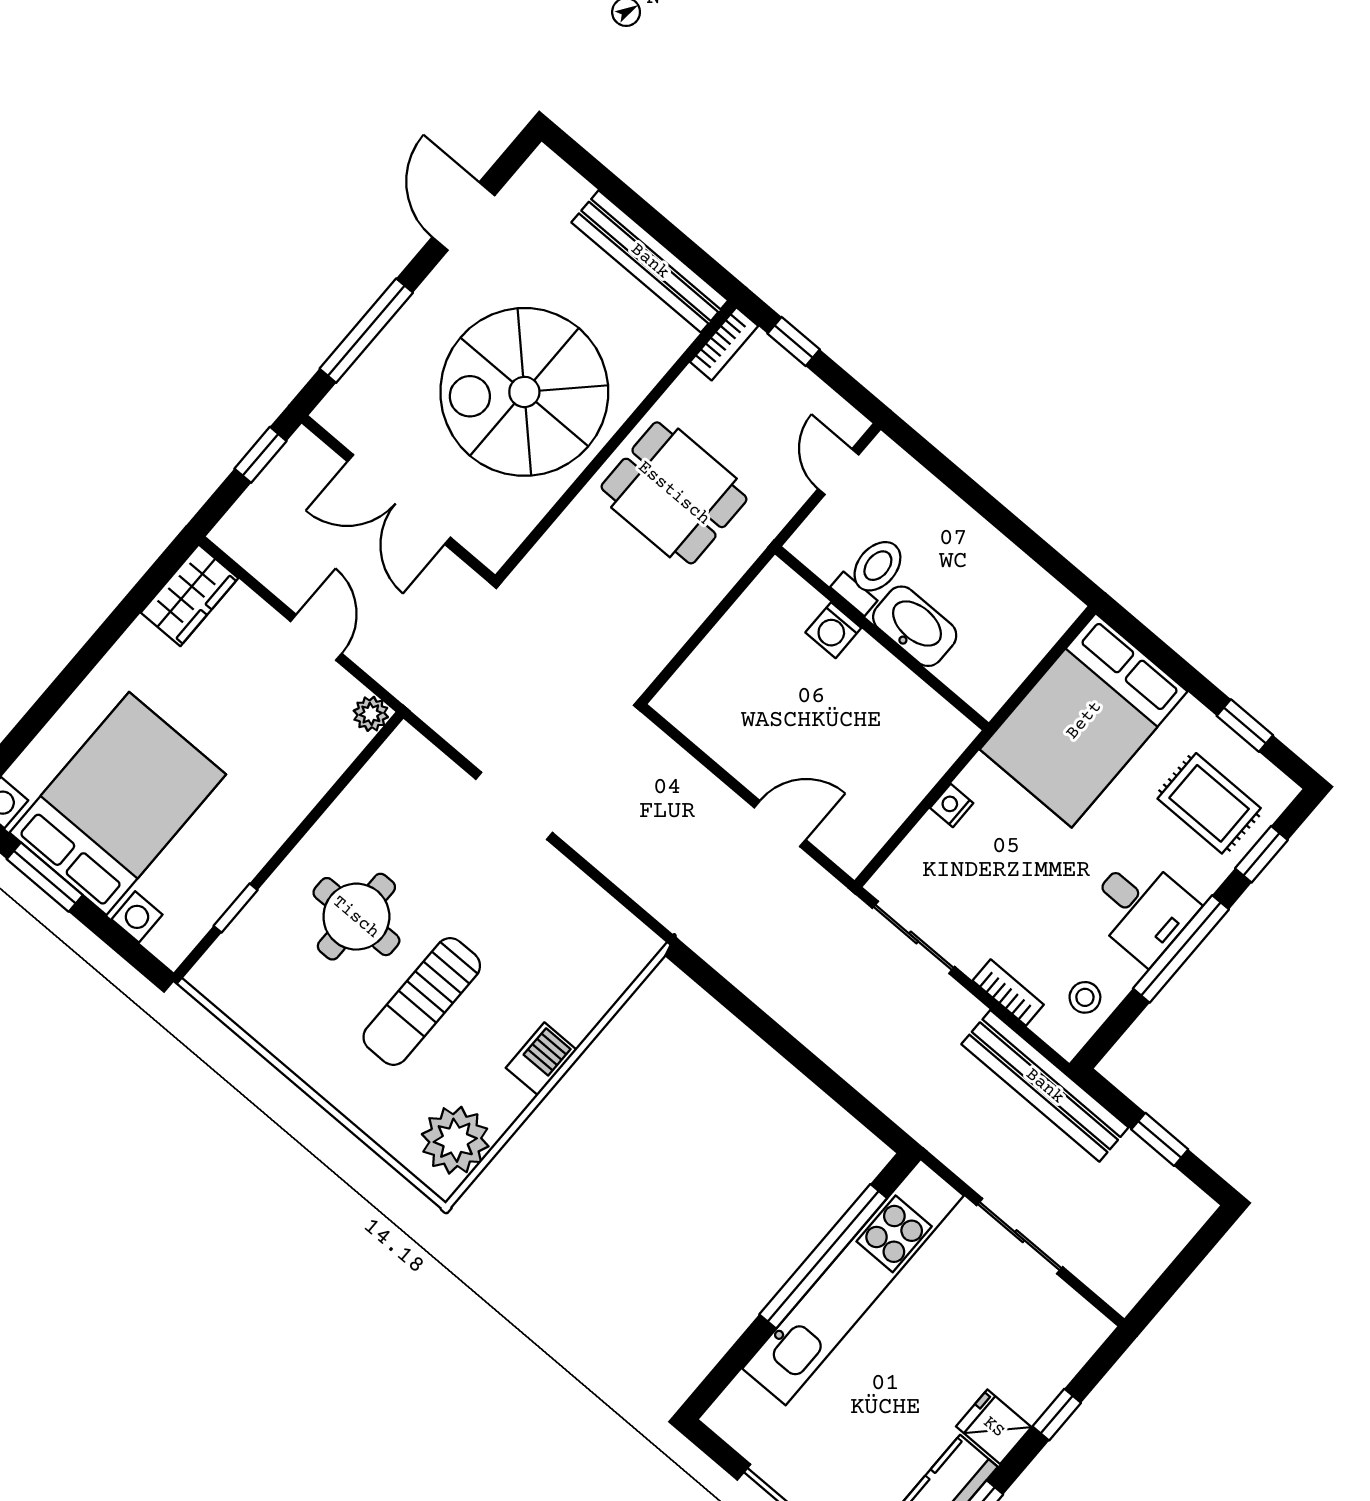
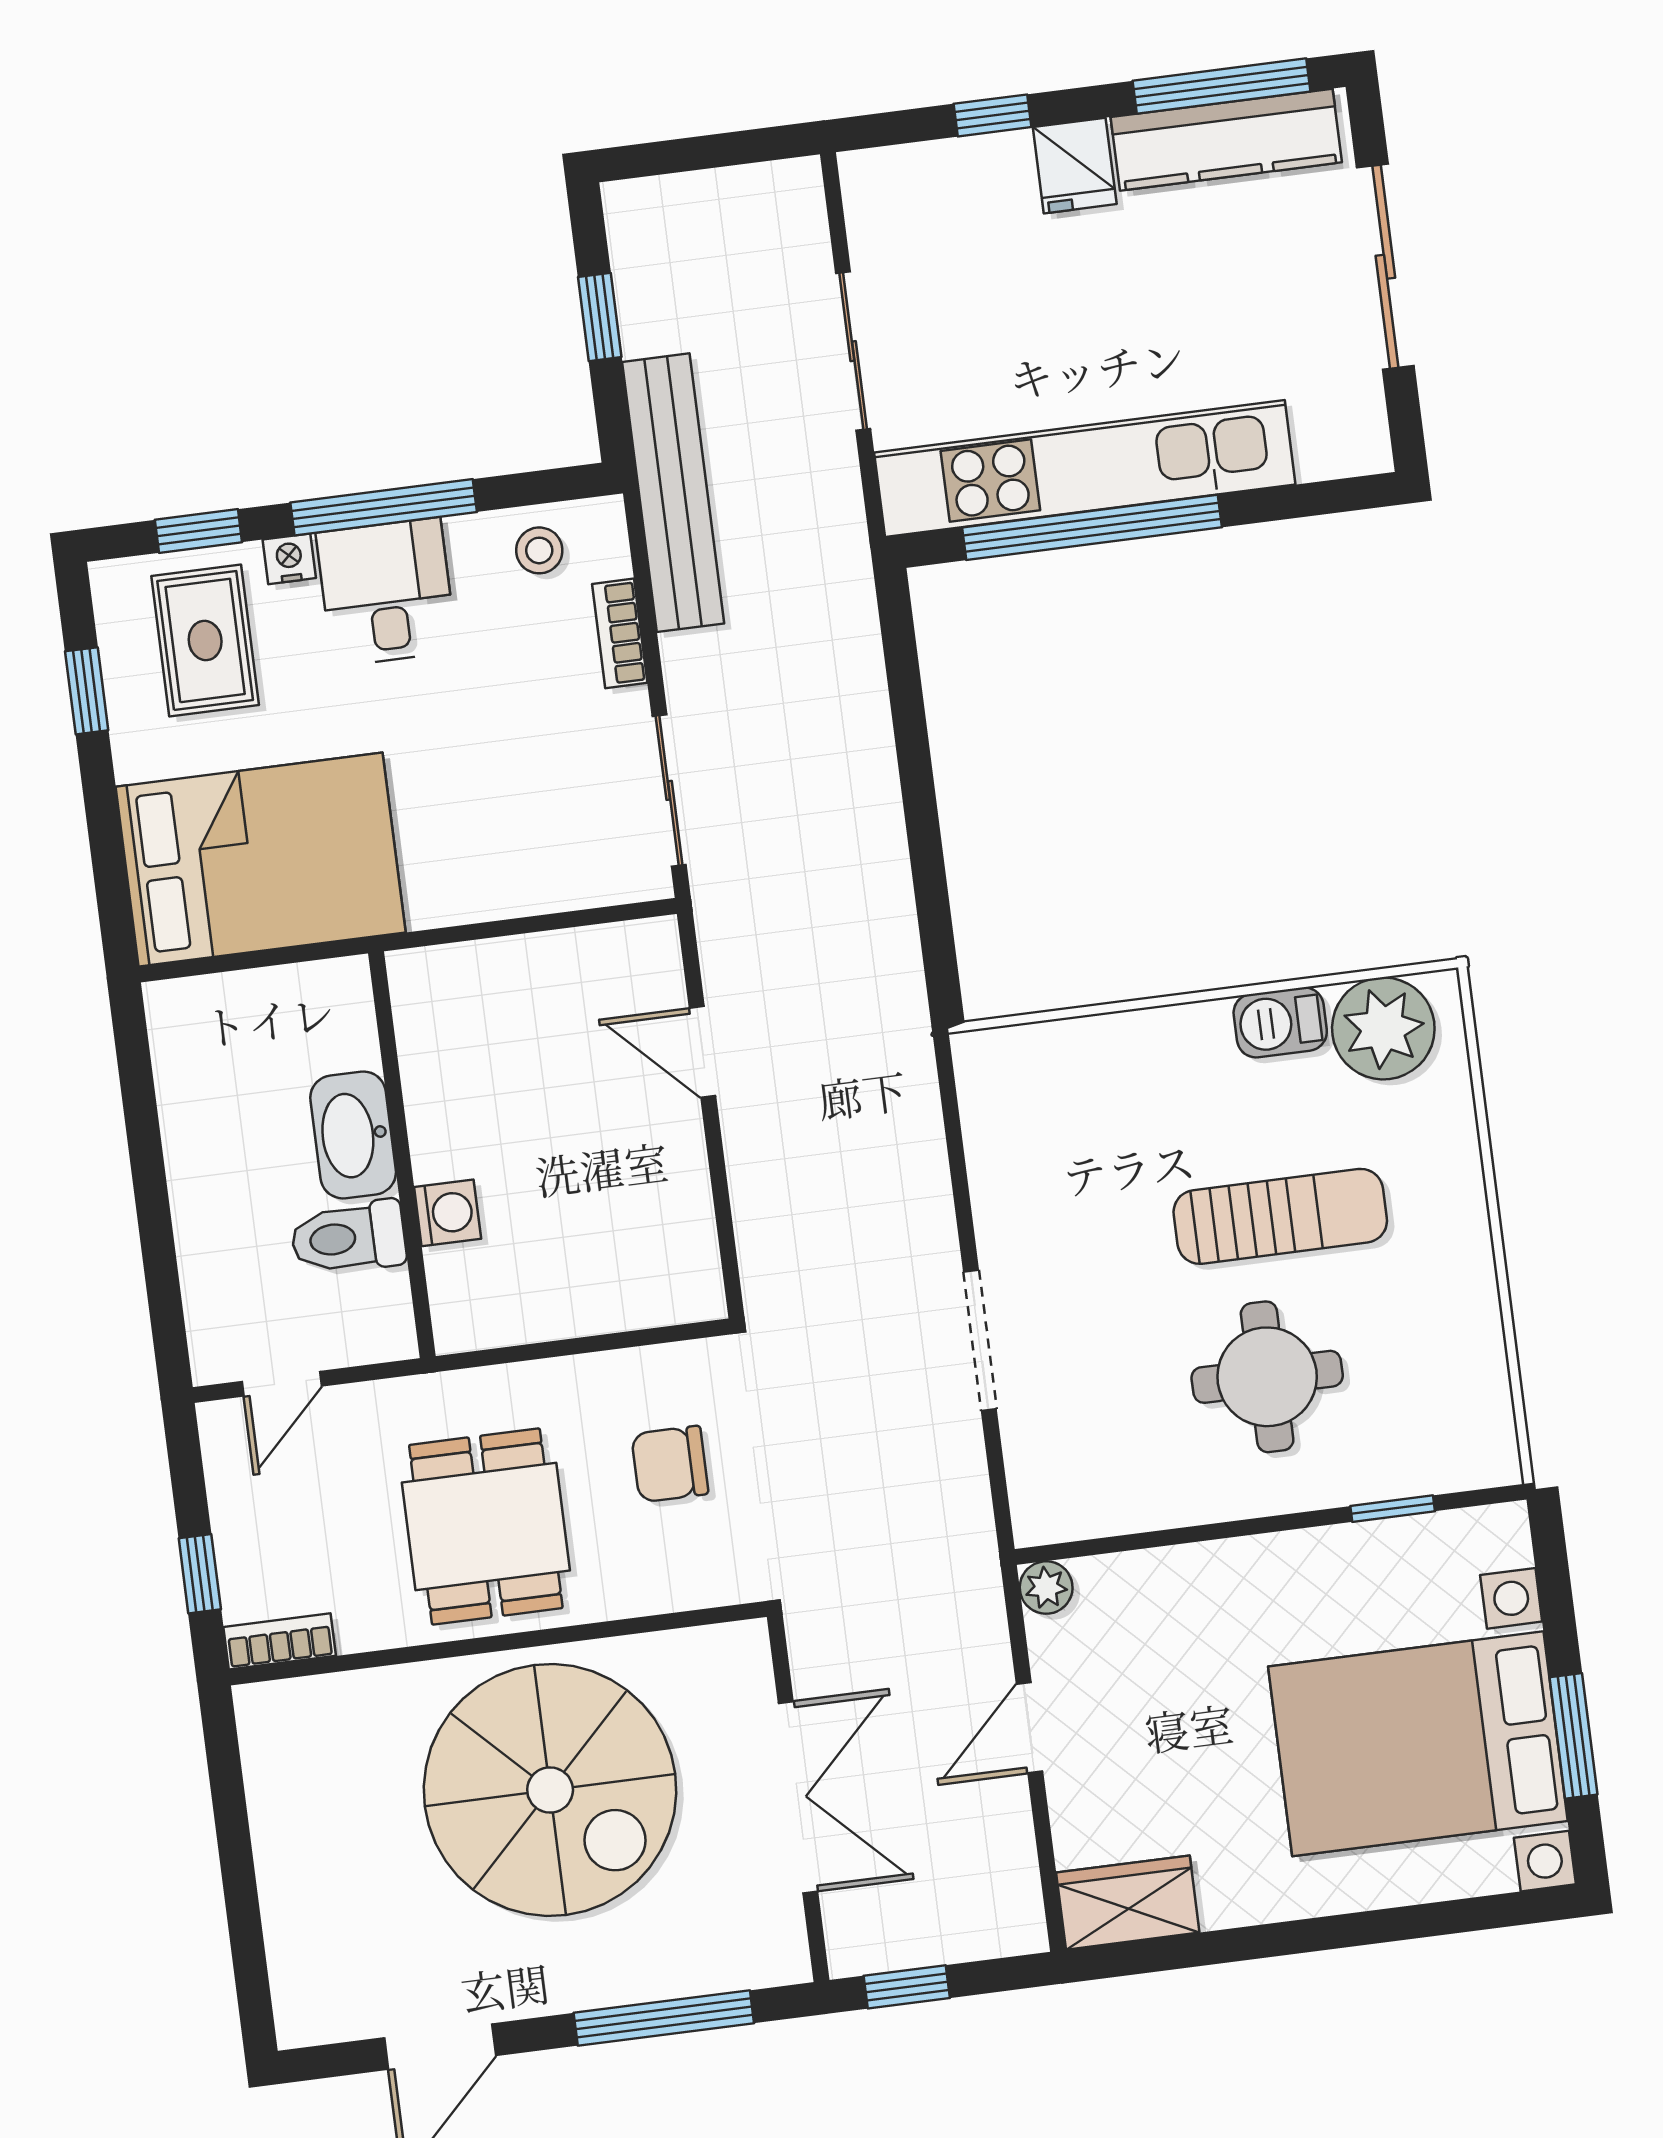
bench: (650, 261) -> (279, 1808), removed
chair: (611, 606) -> (670, 1464), added
nightstand: (952, 805) -> (289, 559), moved, turned 180
barbecue: (541, 1059) -> (1280, 1022), moved

